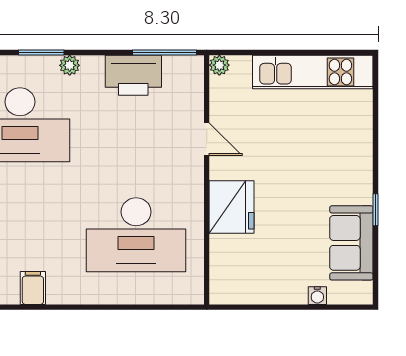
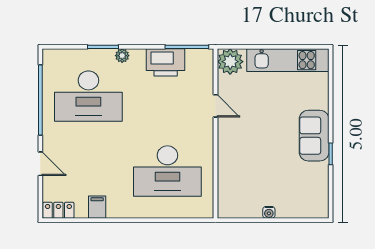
plant: (219, 65) -> (230, 62), width x1.87, depth x1.87
fridge: (232, 207) -> (232, 152), removed
sofa: (351, 243) -> (314, 136), moved
water cooler: (317, 296) -> (269, 212), moved

